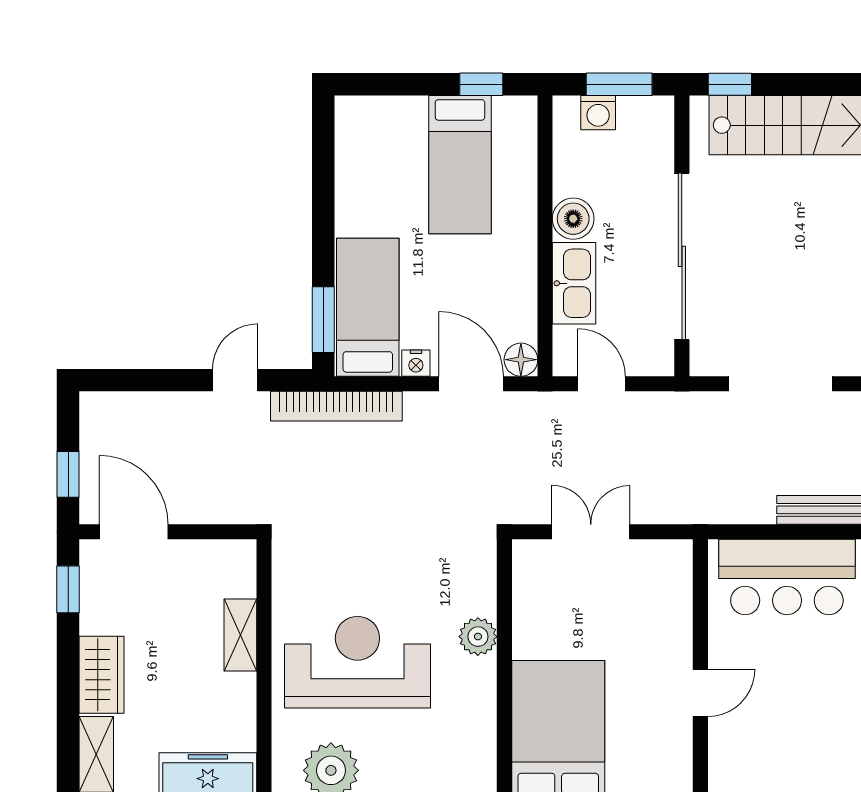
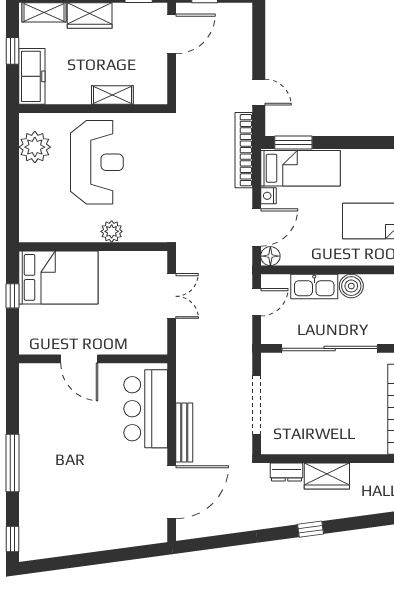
door: (700, 693) -> (79, 359), width x1.38

